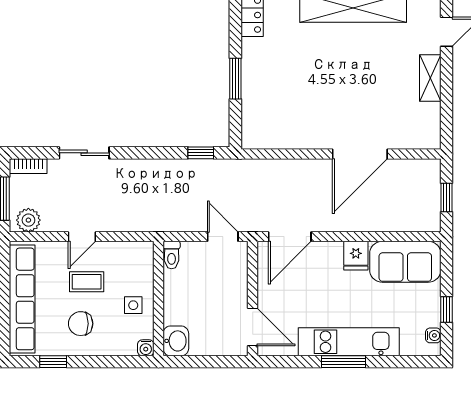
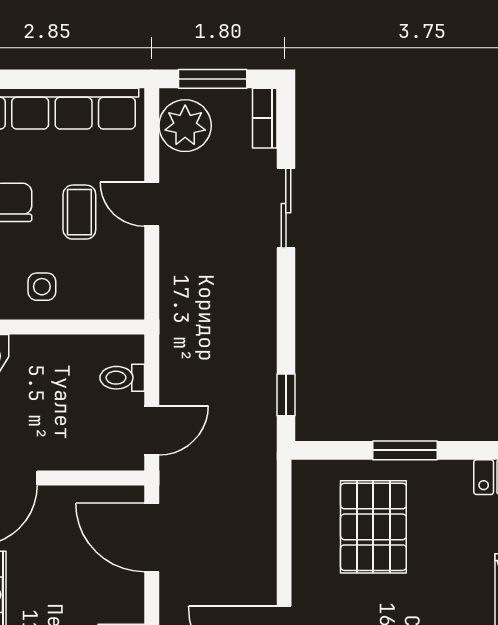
pallet: (283, 98) -> (373, 527), added
plant: (28, 220) -> (185, 126), width x1.36, depth x1.36
toilet: (172, 255) -> (122, 378), moved

